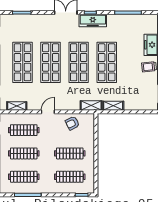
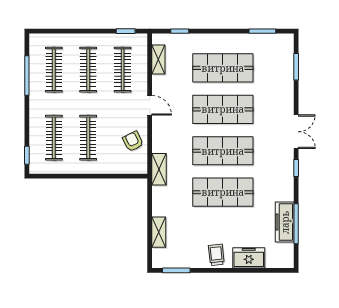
freezer: (93, 21) -> (285, 222), moved
shelving: (113, 106) -> (159, 232), moved

